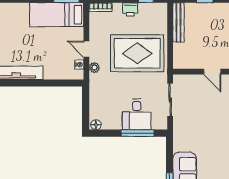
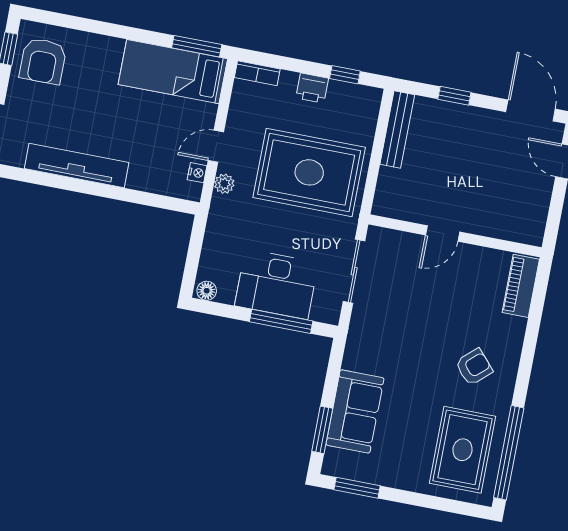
door: (86, 49) -> (216, 146), hinge flipped
door: (212, 72) -> (443, 233), hinge flipped
desk: (137, 114) -> (277, 284), width x1.37

